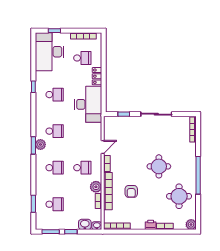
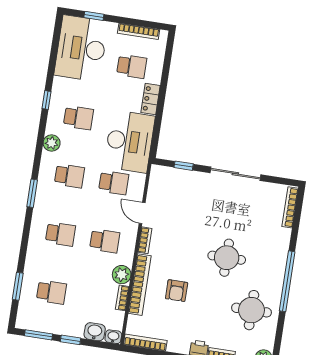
school desk: (82, 131) -> (114, 183), added
plant: (40, 144) -> (52, 143), moved
door: (103, 147) -> (142, 213), swing flipped

